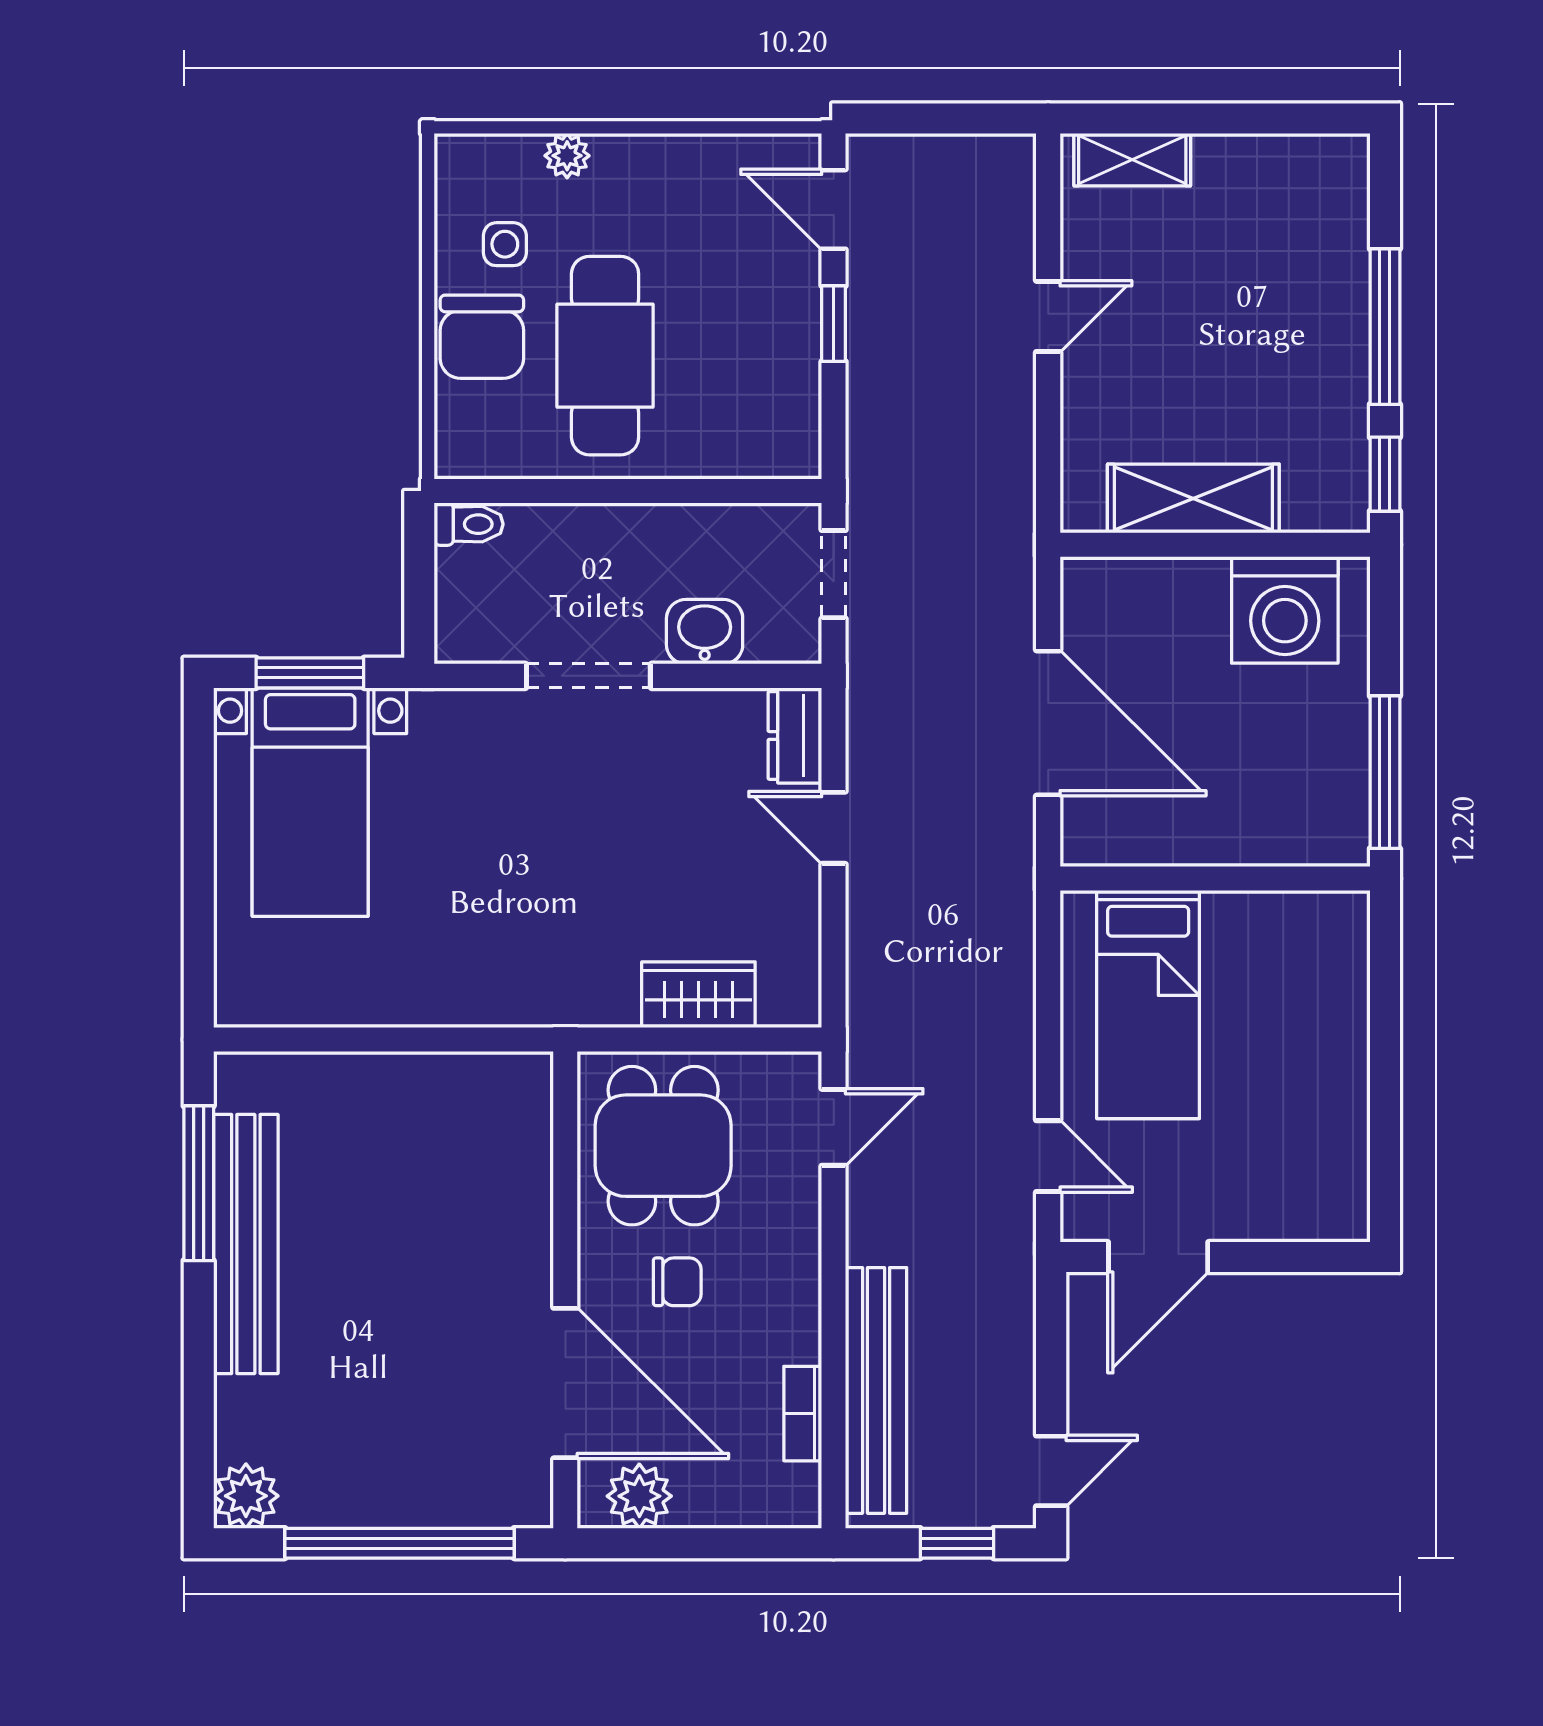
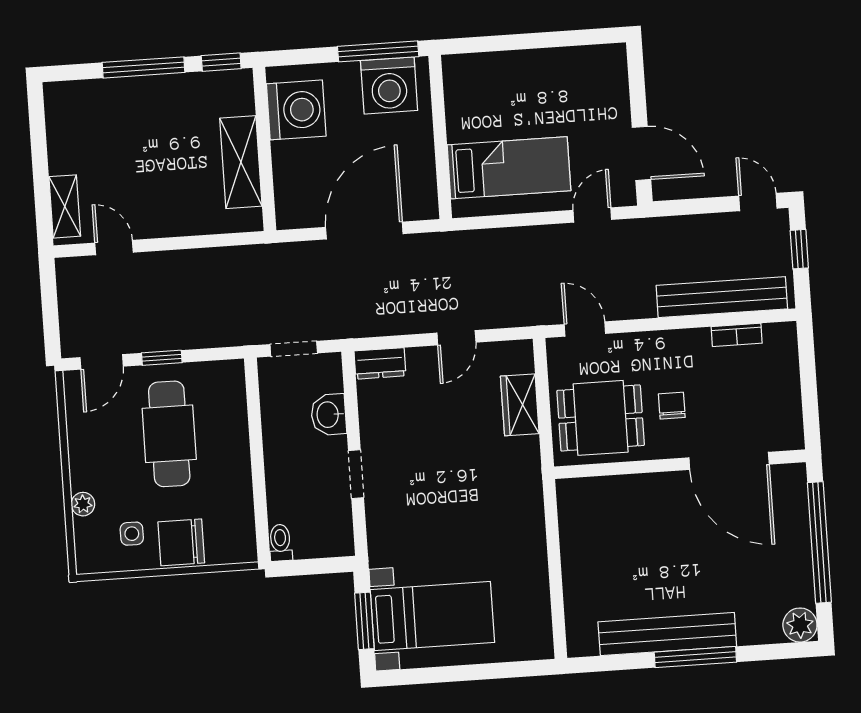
door: (1048, 316) -> (114, 248), moved
chair: (482, 337) -> (181, 542), turned 180
cafe table: (605, 356) -> (169, 434), moved, turned 90
doorway: (588, 676) -> (356, 474), width x0.73
washing machine: (1319, 788) -> (389, 85), added
door: (834, 828) -> (456, 338), moved
window: (199, 1183) -> (695, 657), moved
door: (565, 1383) -> (729, 461), swing flipped
plant: (639, 1496) -> (786, 418), removed

